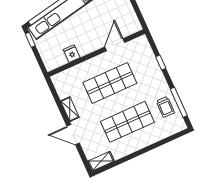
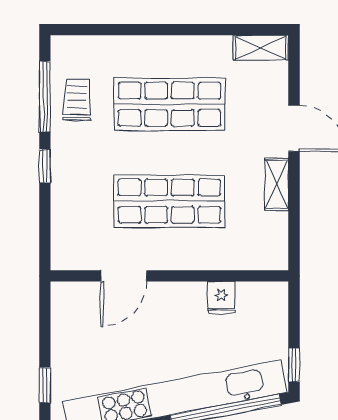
window: (161, 62) -> (45, 166), moved

